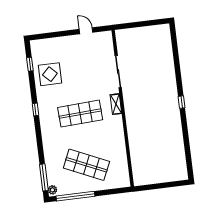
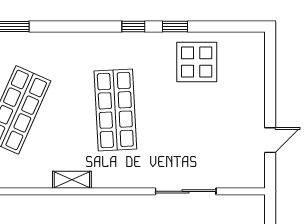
window: (30, 64) -> (175, 27), moved
shelving: (116, 104) -> (72, 180), moved

